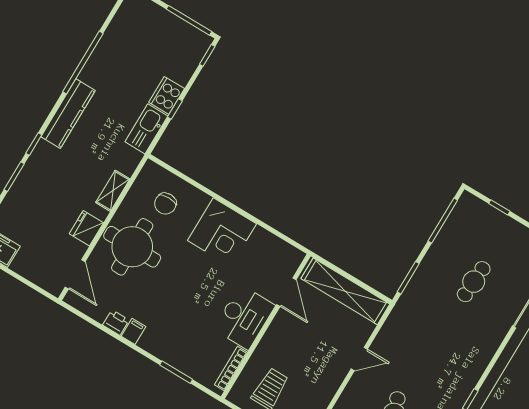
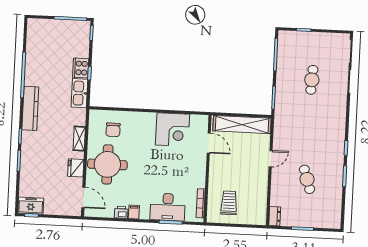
corner desk: (222, 232) -> (172, 130), moved
desk: (244, 317) -> (168, 207), moved, turned 90

